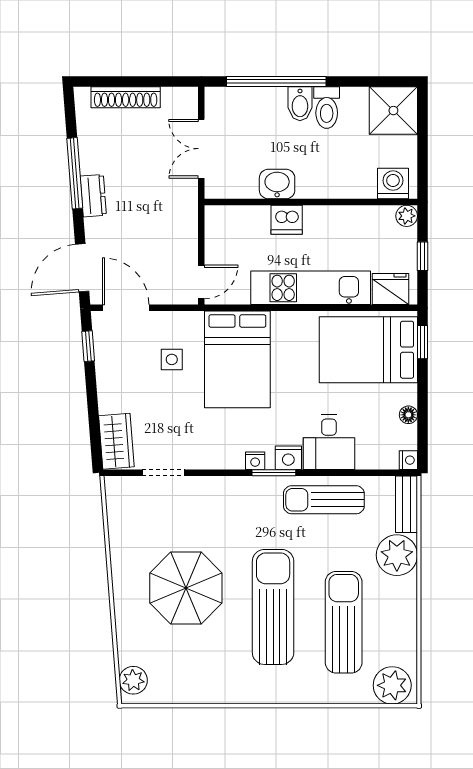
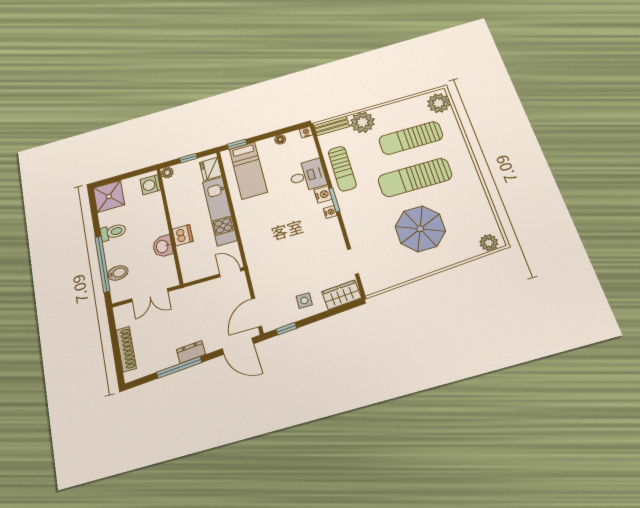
bidet: (300, 104) -> (118, 273), moved
bed: (368, 350) -> (248, 170), width x0.67
side table: (172, 359) -> (304, 301), moved
bed: (237, 359) -> (272, 239), removed

